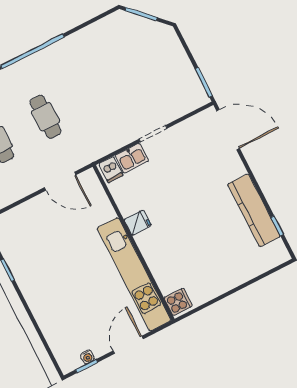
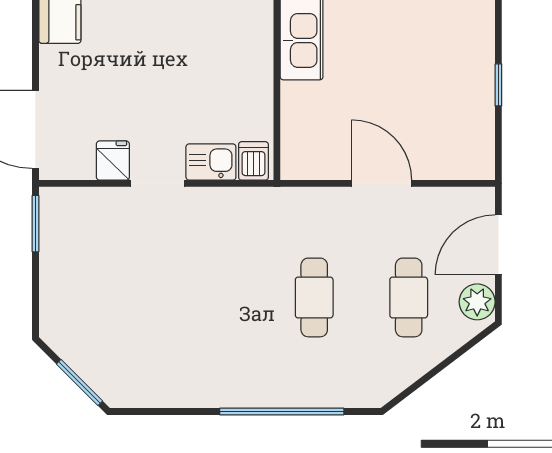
door: (60, 181) -> (382, 183), moved
fridge: (138, 223) -> (113, 161), moved, turned 90

